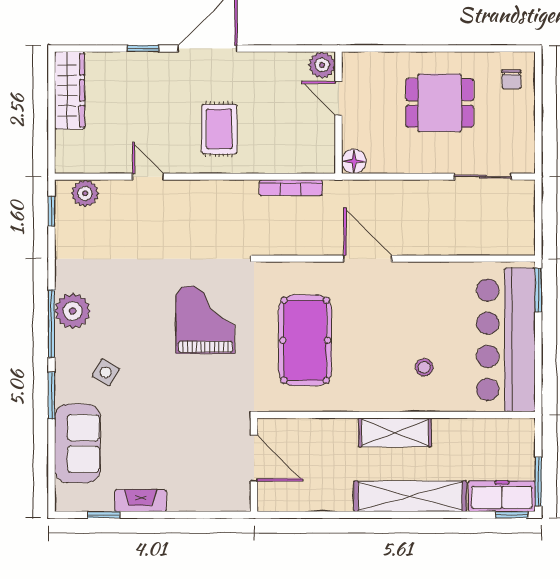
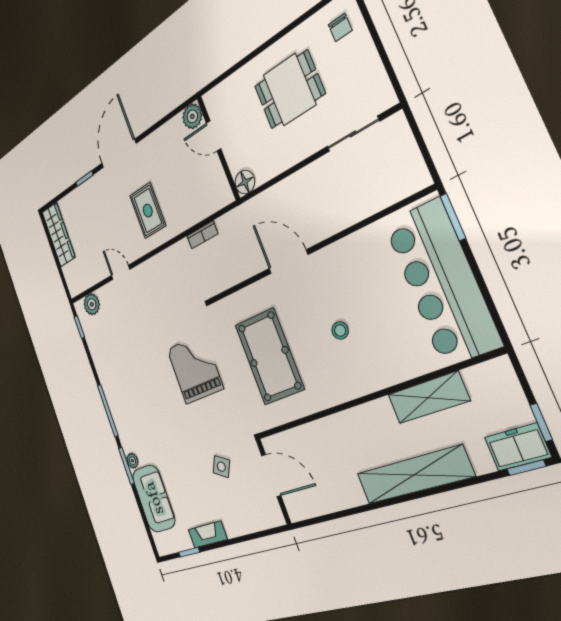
bookcase: (291, 188) -> (202, 235), width x0.64
plant: (73, 311) -> (132, 461), moved, width x0.53, depth x0.53
stool: (424, 367) -> (340, 330), moved
side table: (106, 372) -> (221, 467), moved
shelving: (395, 432) -> (428, 398), moved
window: (538, 482) -> (541, 422), width x0.67
freezer: (502, 496) -> (518, 447), width x0.71

